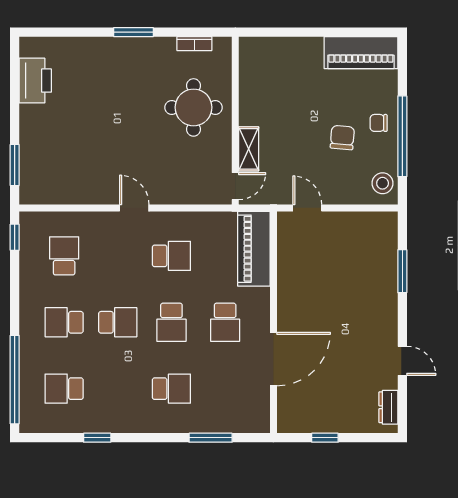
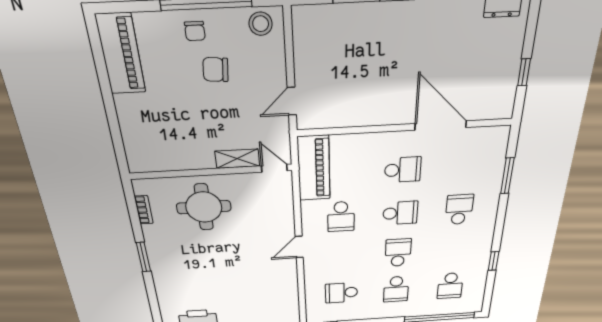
piano: (254, 249) -> (314, 168), moved, turned -90
school desk: (171, 256) -> (341, 217), turned 180

